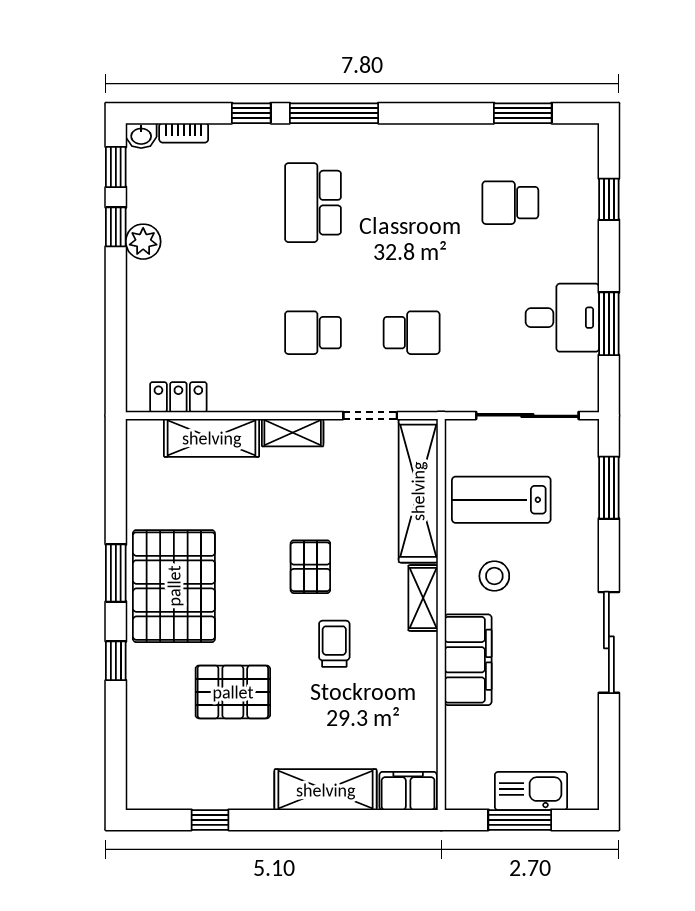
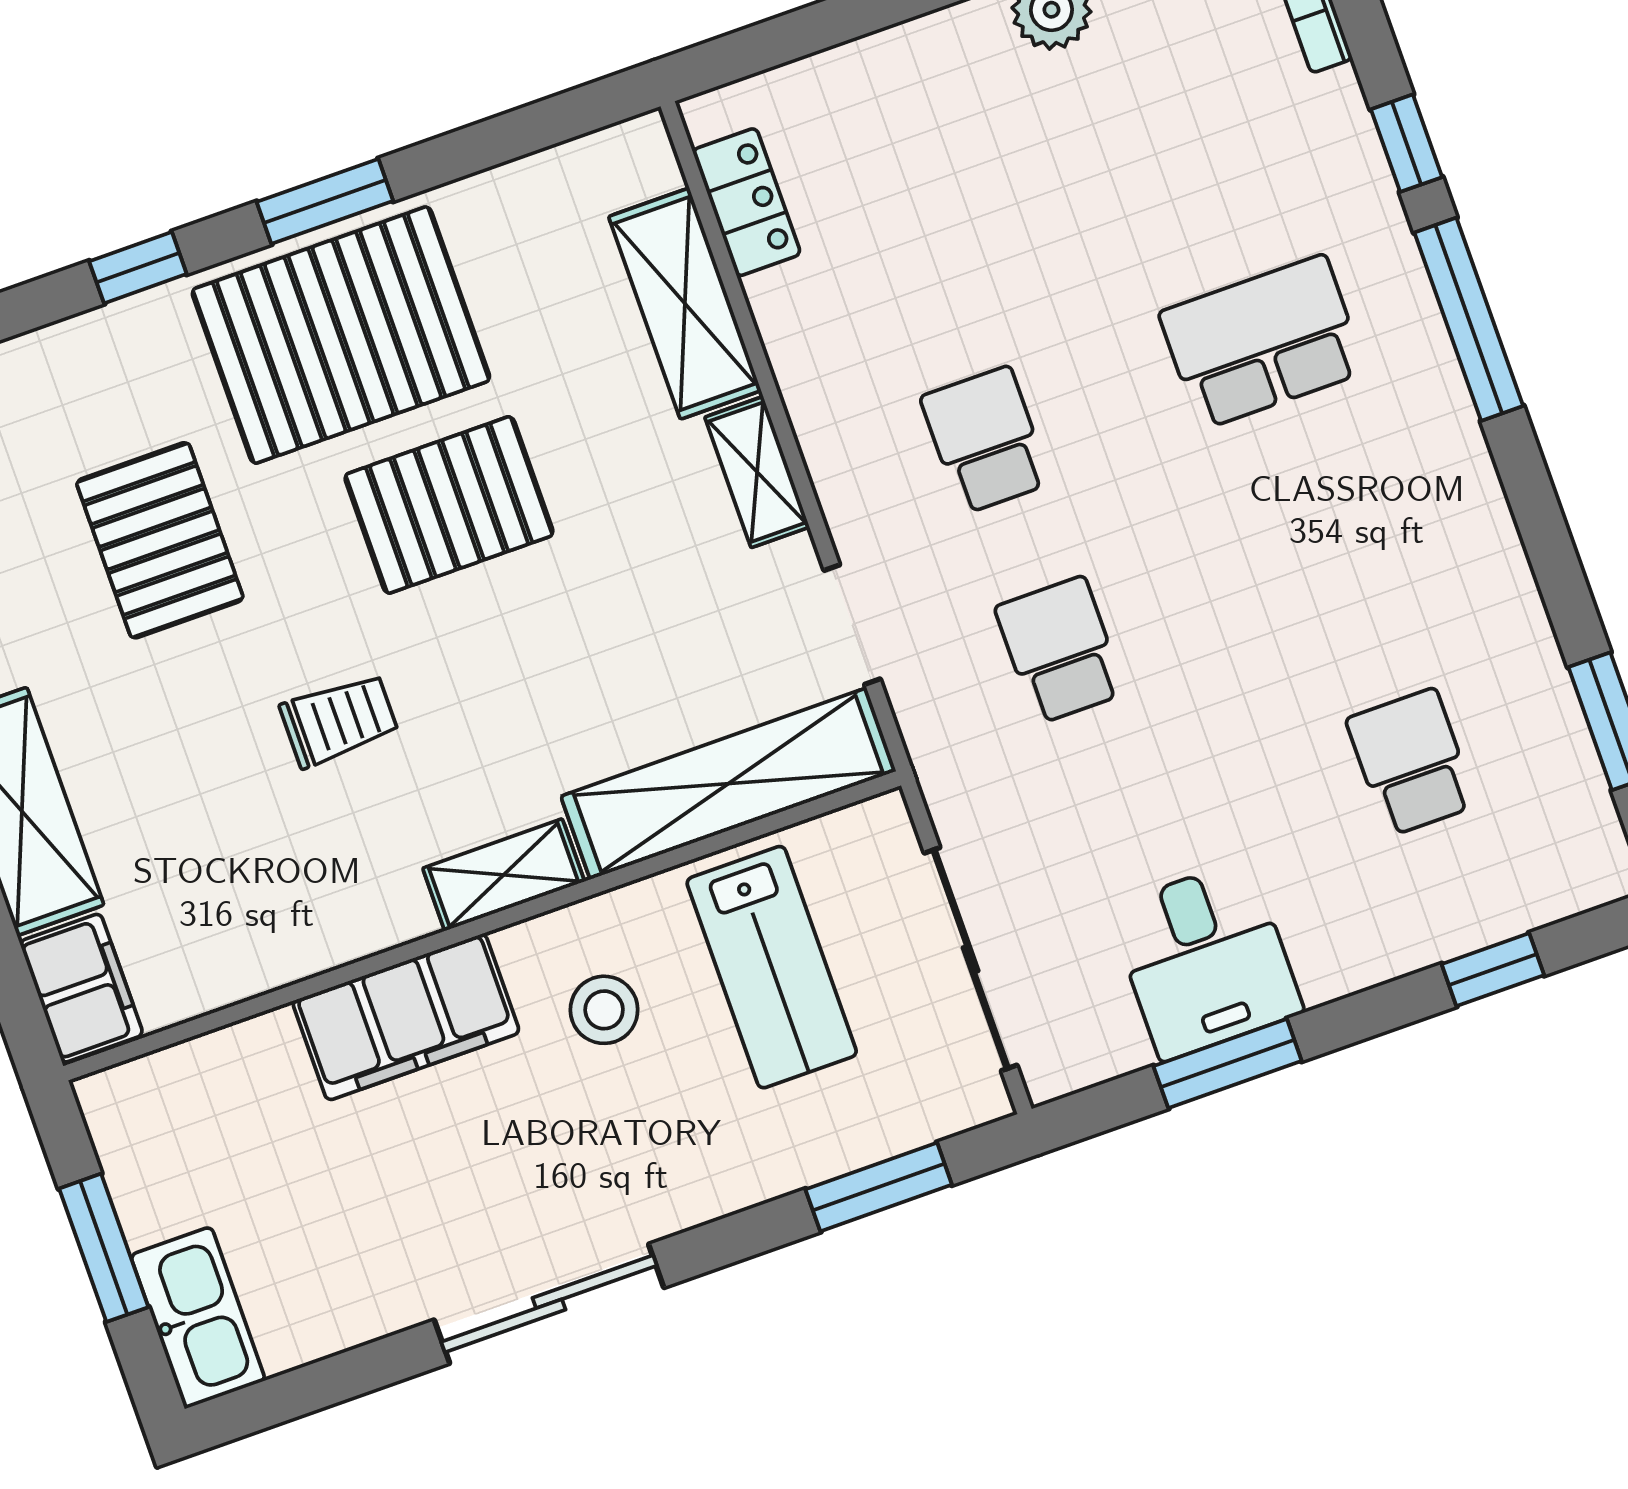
school desk: (412, 333) -> (1060, 650), turned 180
lab bench: (501, 500) -> (772, 967), turned 180
pallet: (310, 567) -> (449, 505), moved, width x1.50, depth x1.42
kitchen sink: (531, 791) -> (198, 1318), moved

